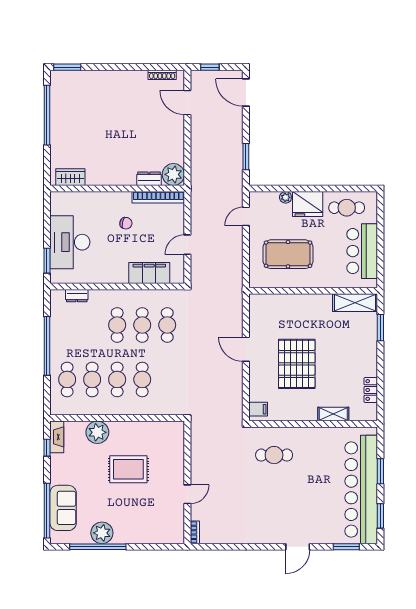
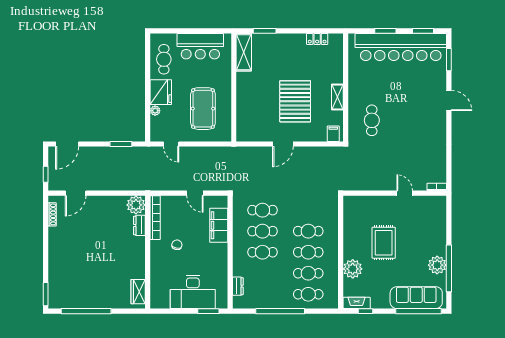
pallet: (297, 364) -> (295, 101), turned 90
shelving: (333, 414) -> (337, 97), moved
sofa: (63, 508) -> (416, 298), width x1.36

